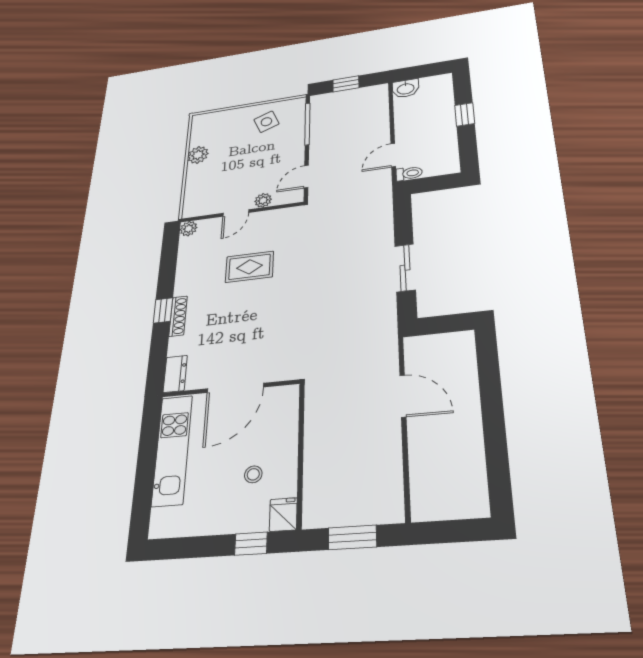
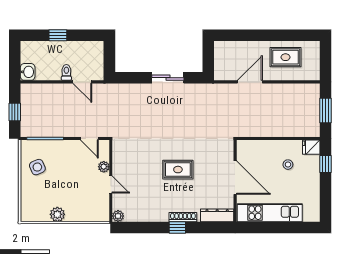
toilet: (409, 173) -> (66, 72), moved
rug: (249, 267) -> (178, 170), moved, turned 90
dresser: (175, 374) -> (217, 215), width x1.44
rug: (453, 454) -> (285, 57), added

